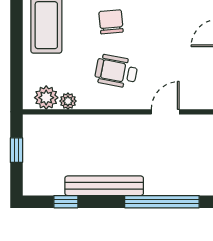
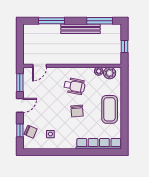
door: (165, 112) -> (40, 66), moved
window: (66, 202) -> (100, 21), width x2.17
window: (162, 202) -> (51, 21), width x0.68

